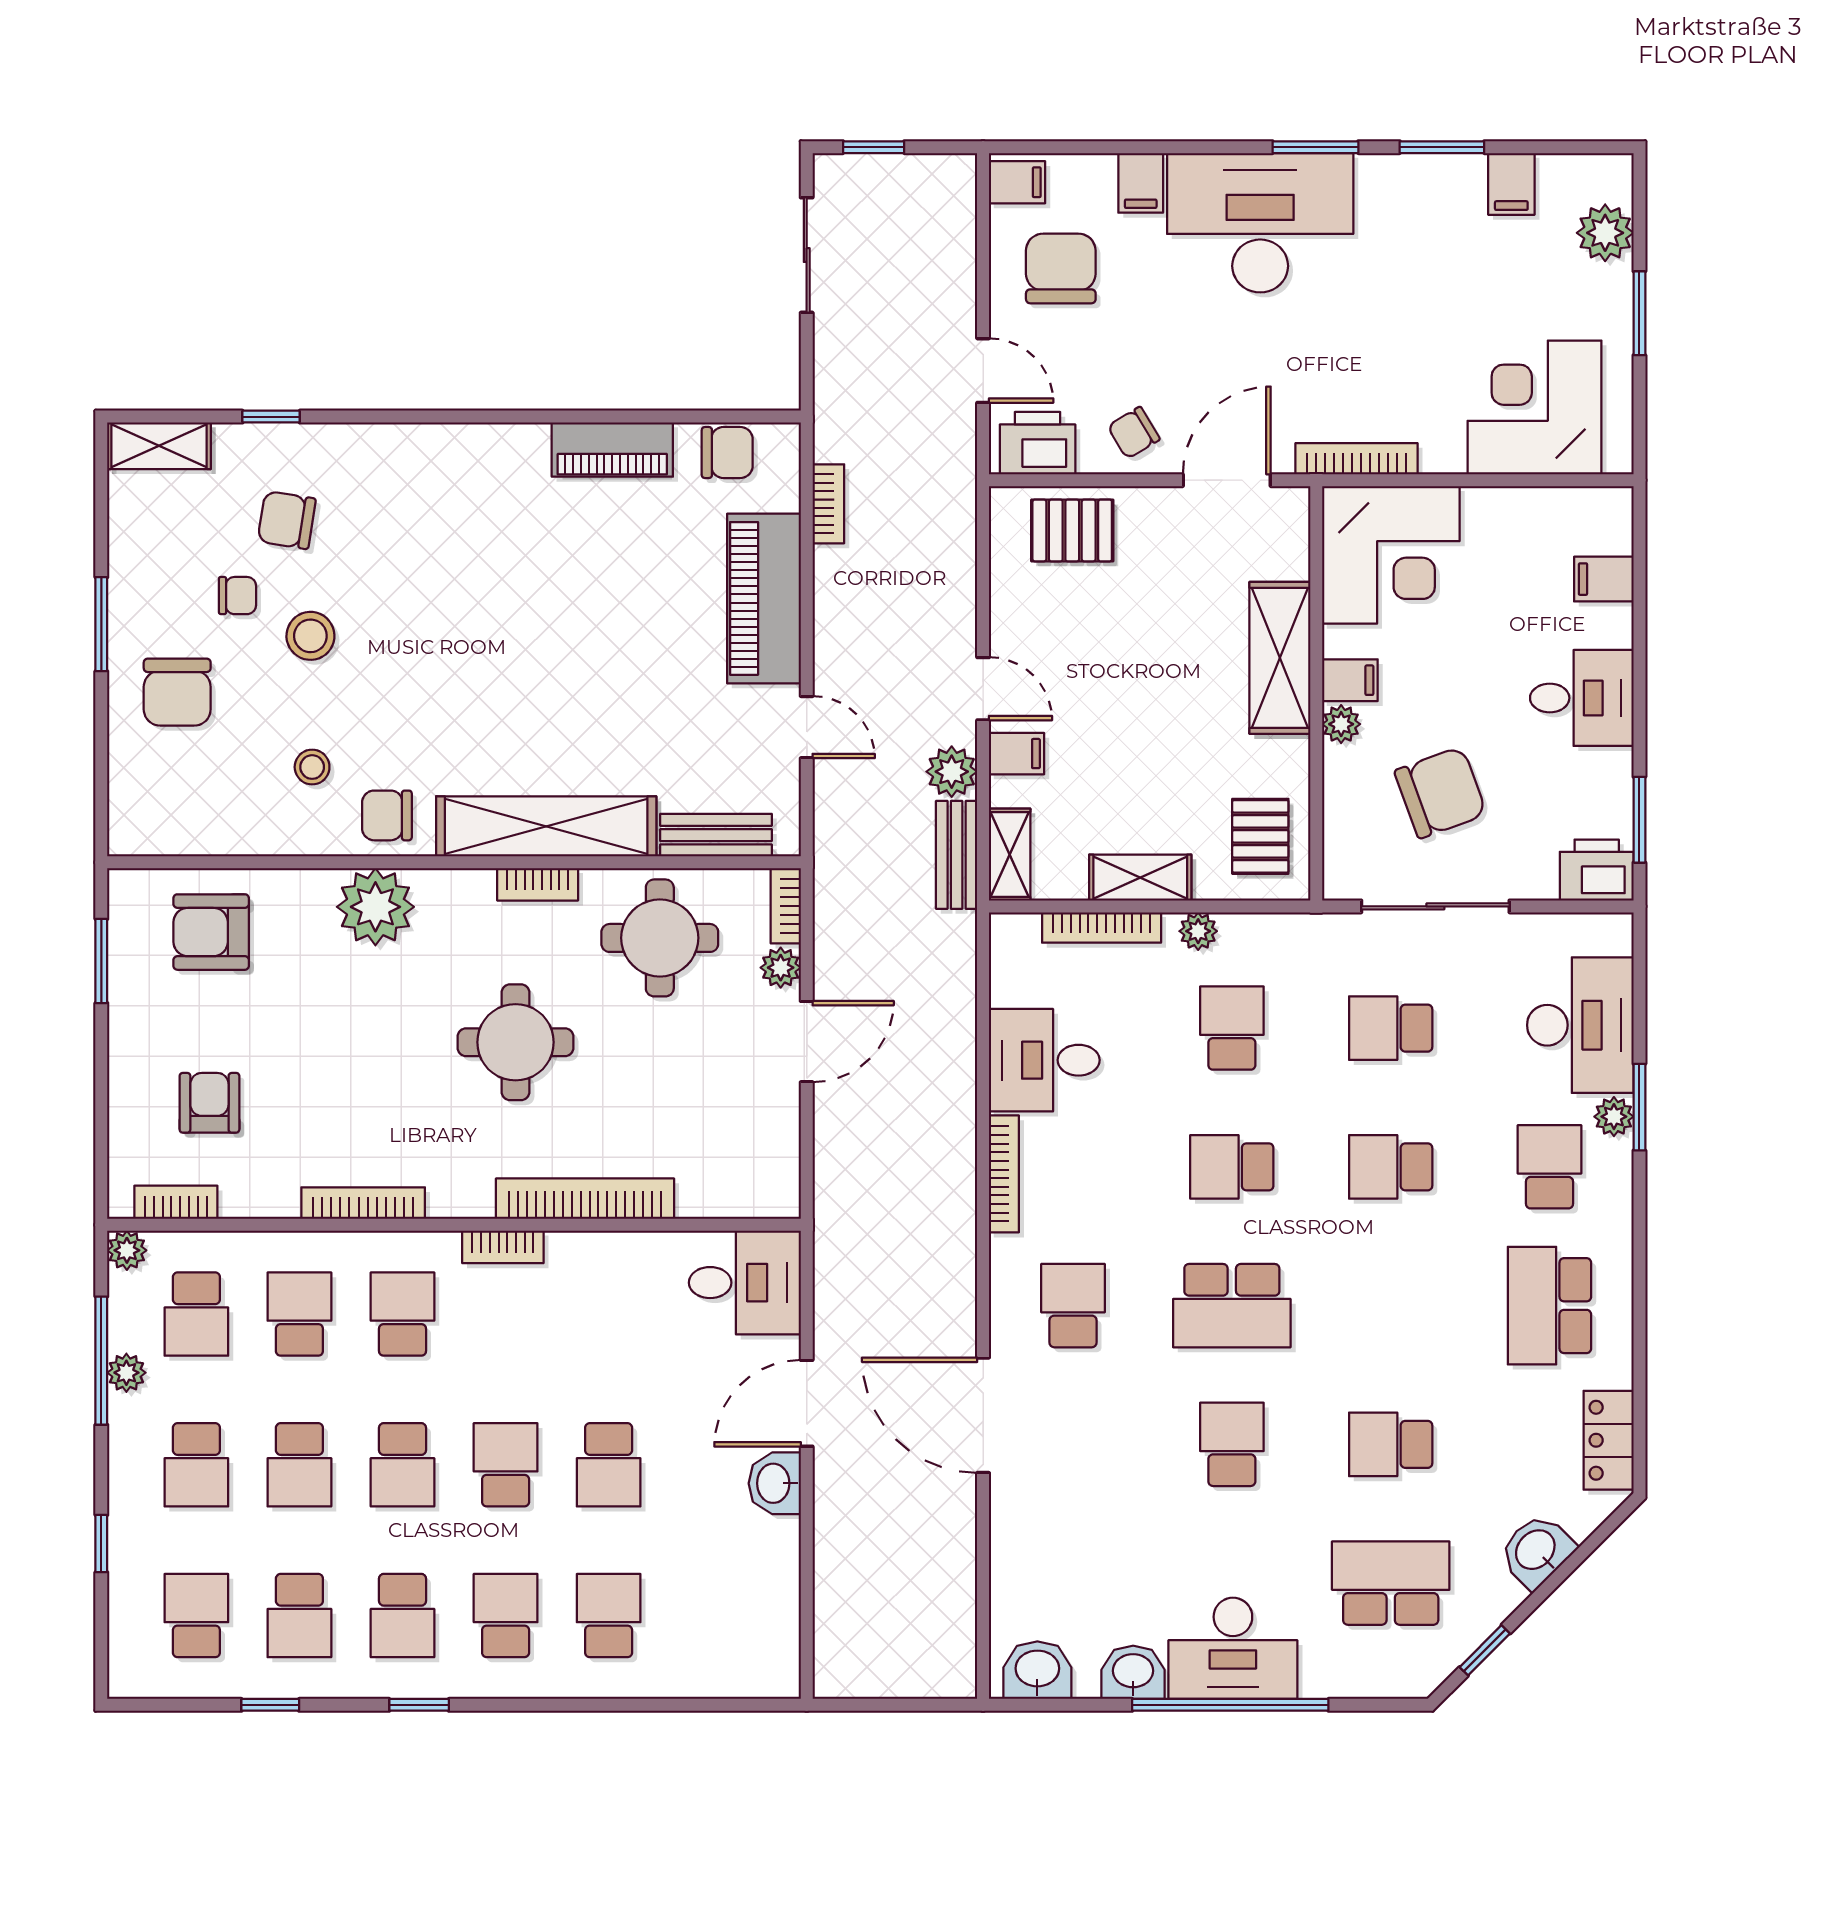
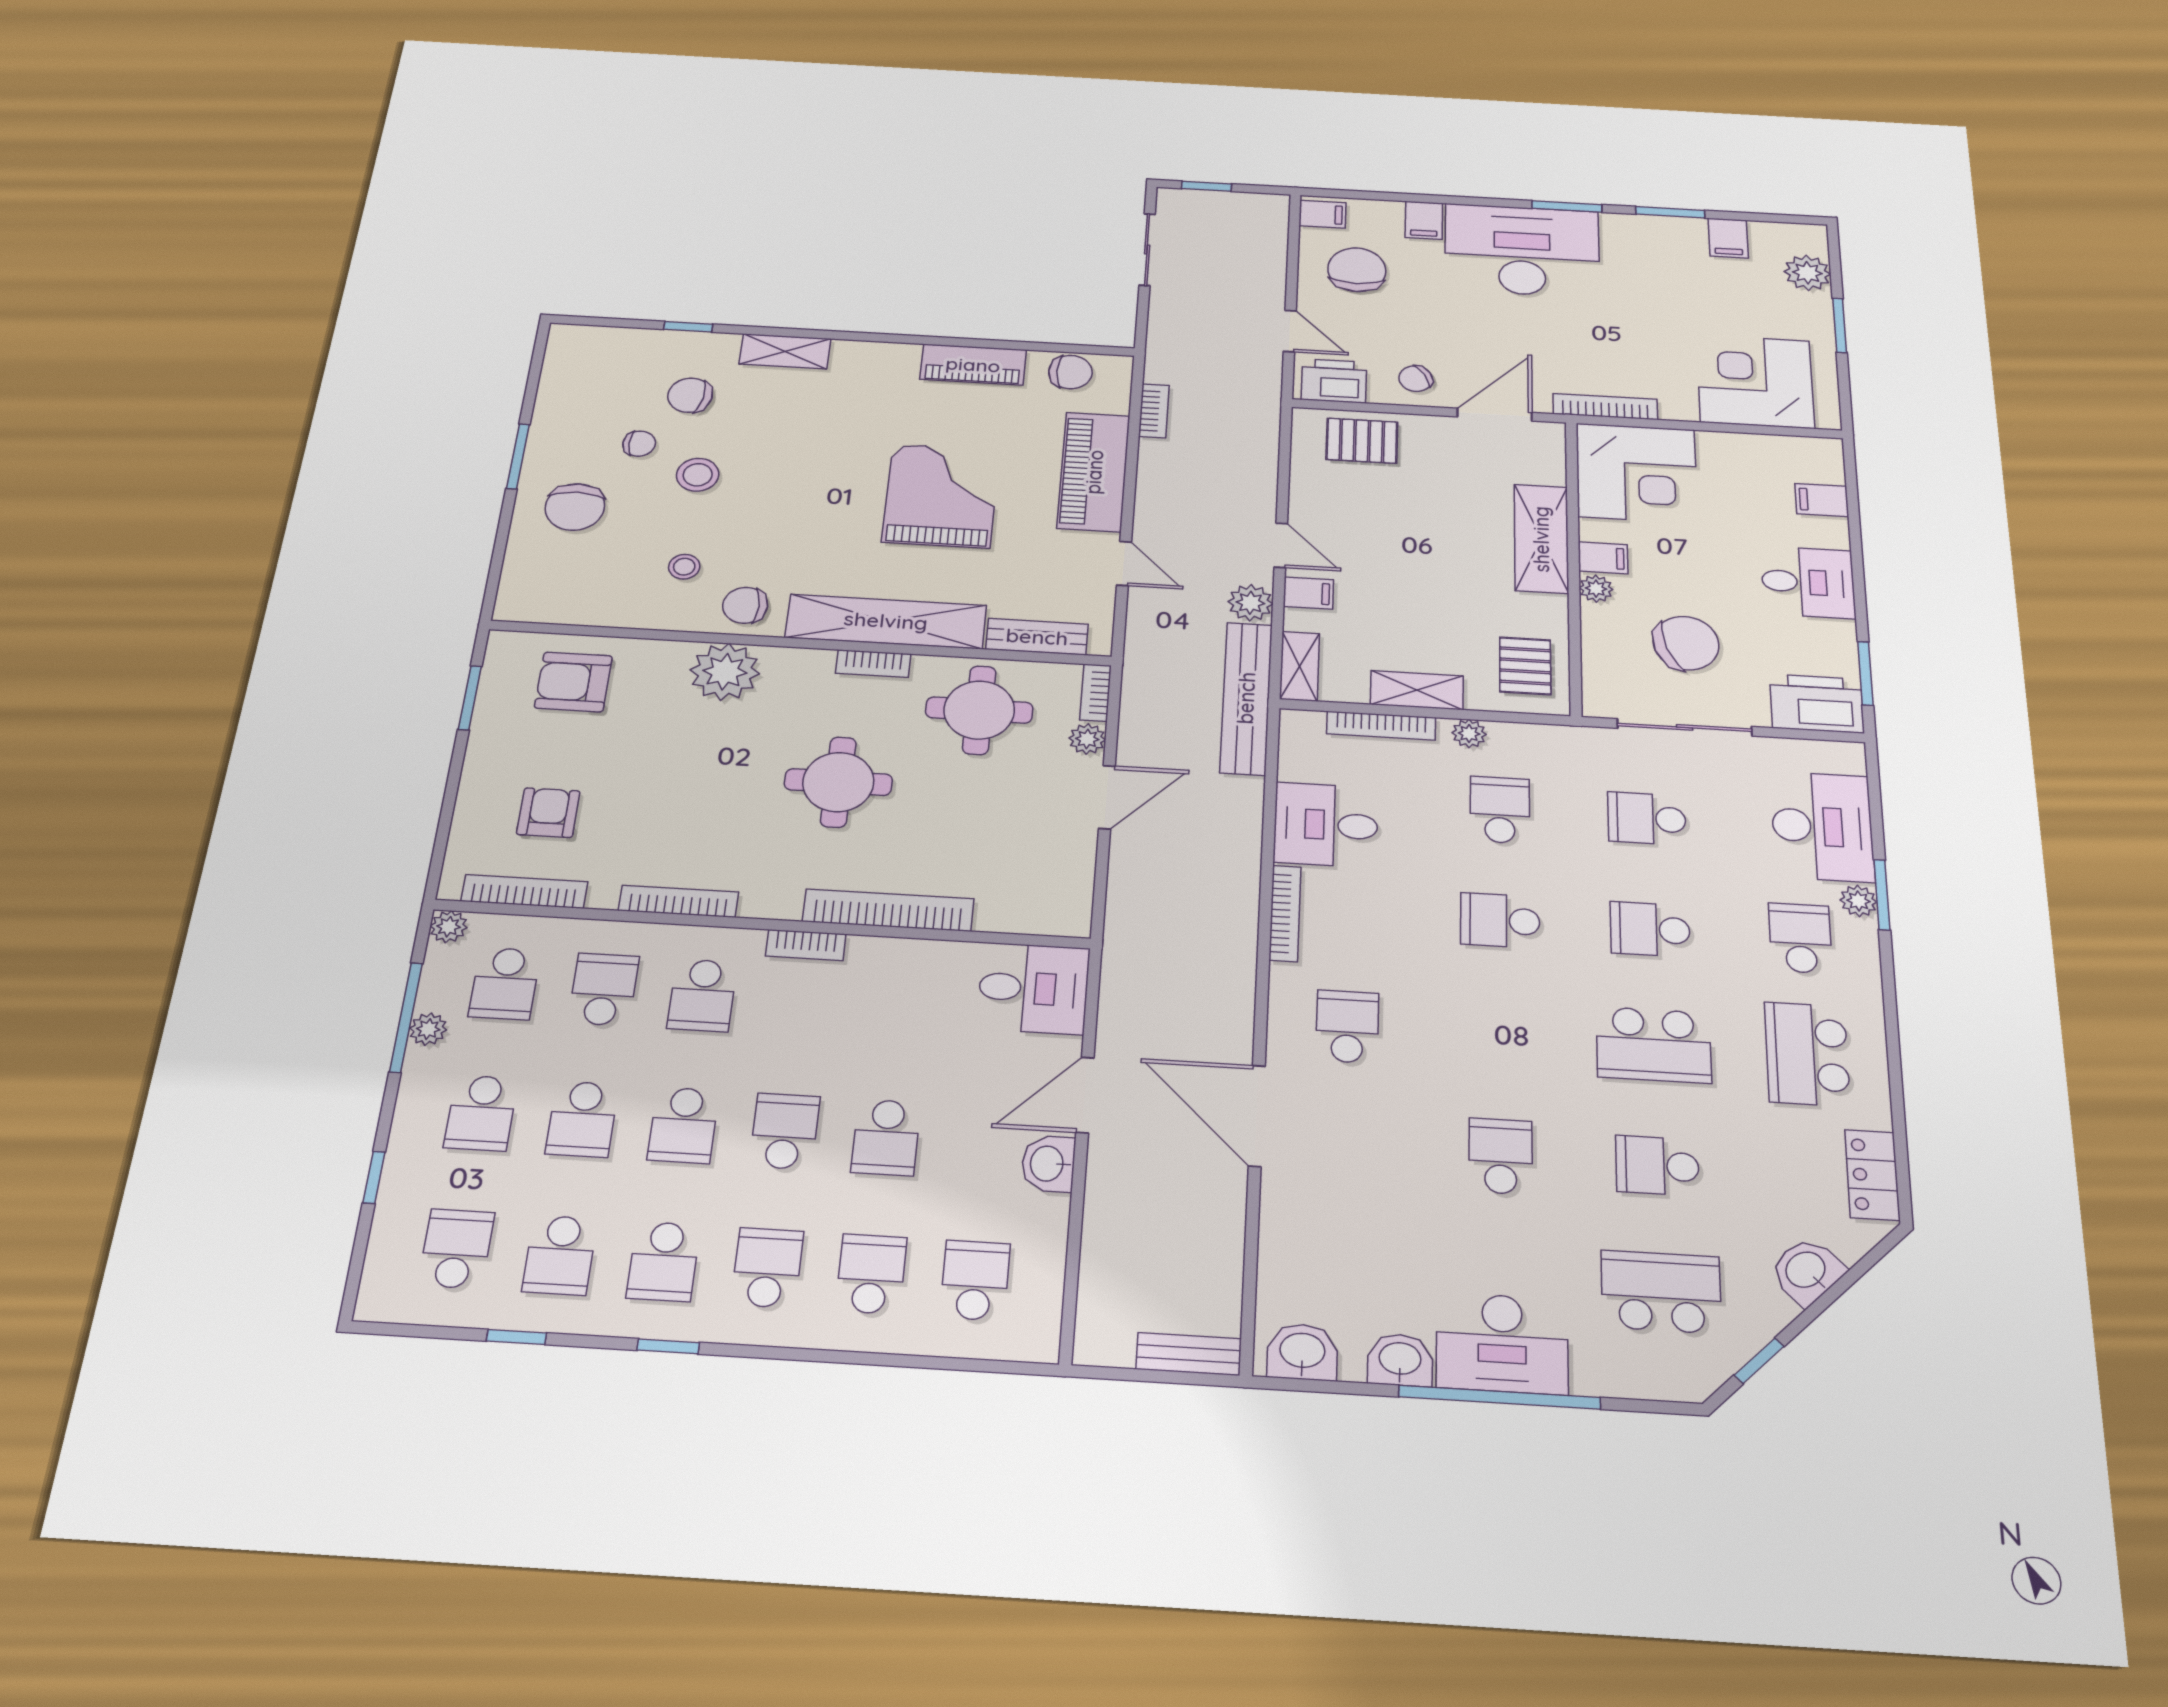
shelving: (159, 446) -> (785, 351), moved
grand piano: (592, 646) -> (941, 496), added
bench: (957, 855) -> (1246, 698), width x1.86, depth x1.21
printer: (1597, 870) -> (1817, 703), width x1.37, depth x1.19
bookcase: (176, 1202) -> (524, 892), width x1.56
school desk: (1232, 1306) -> (1654, 1045), moved
school desk: (402, 1314) -> (702, 995), turned 180
school desk: (712, 1616) -> (975, 1280), added
bench: (926, 1680) -> (1189, 1354), added

